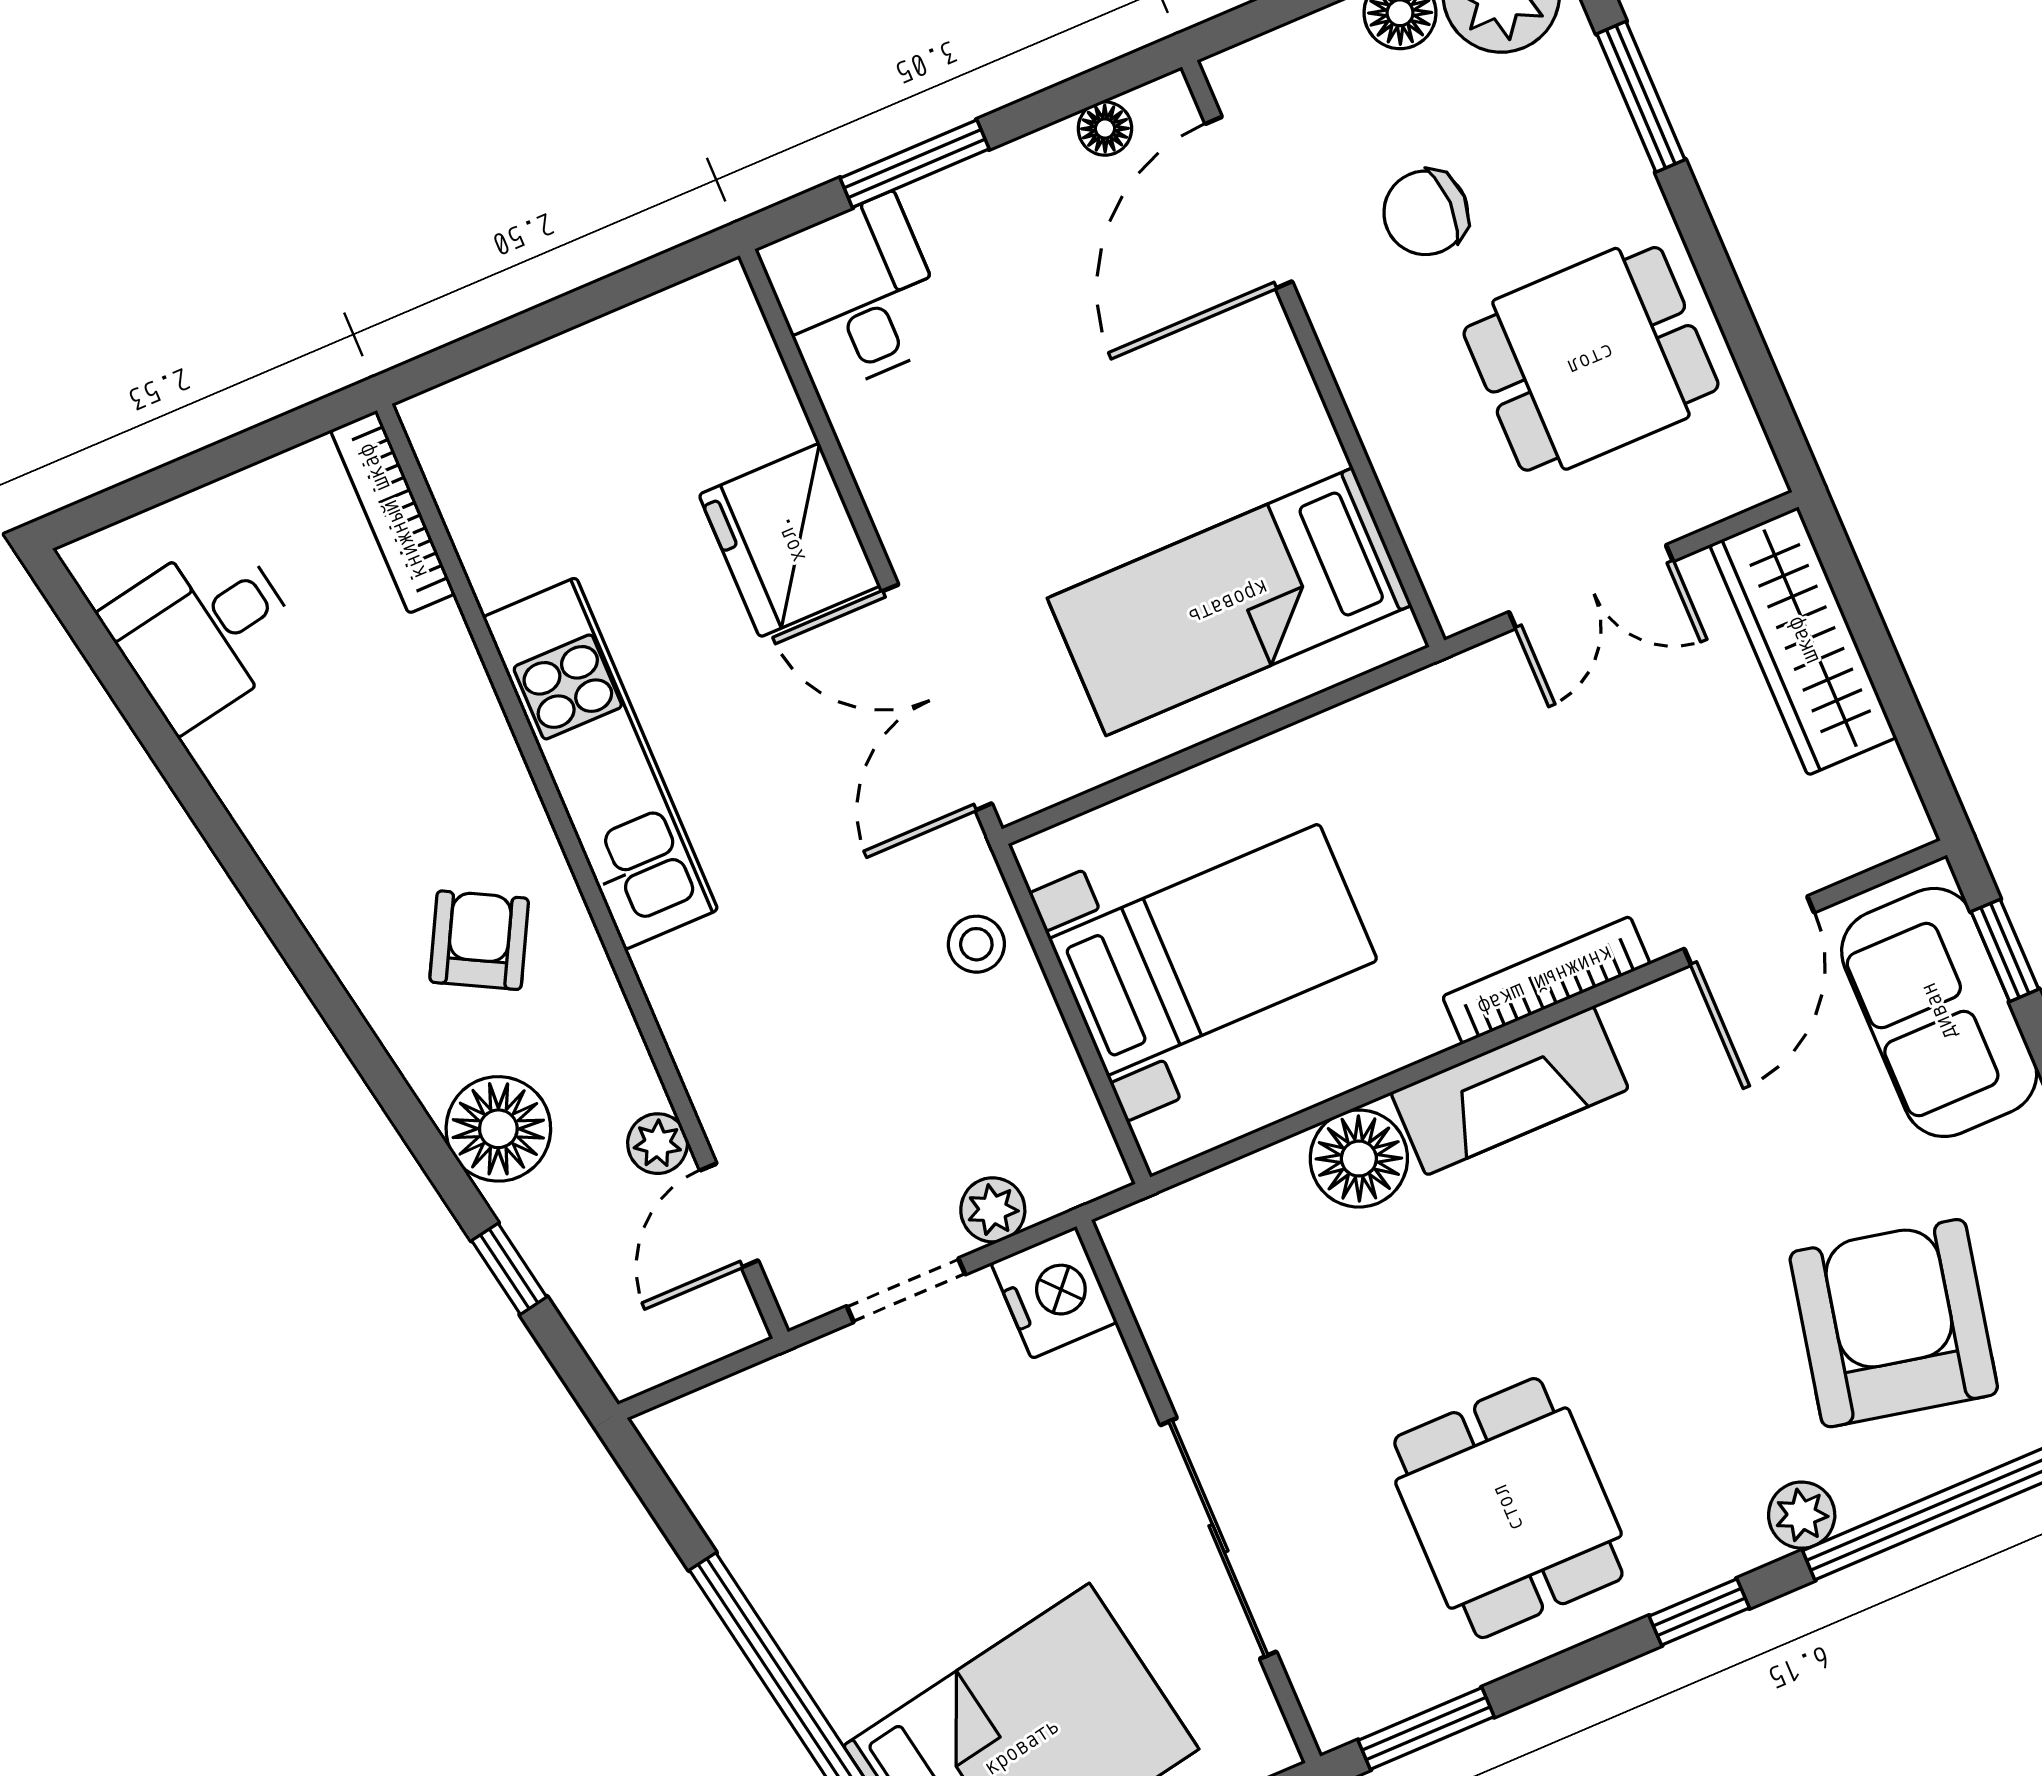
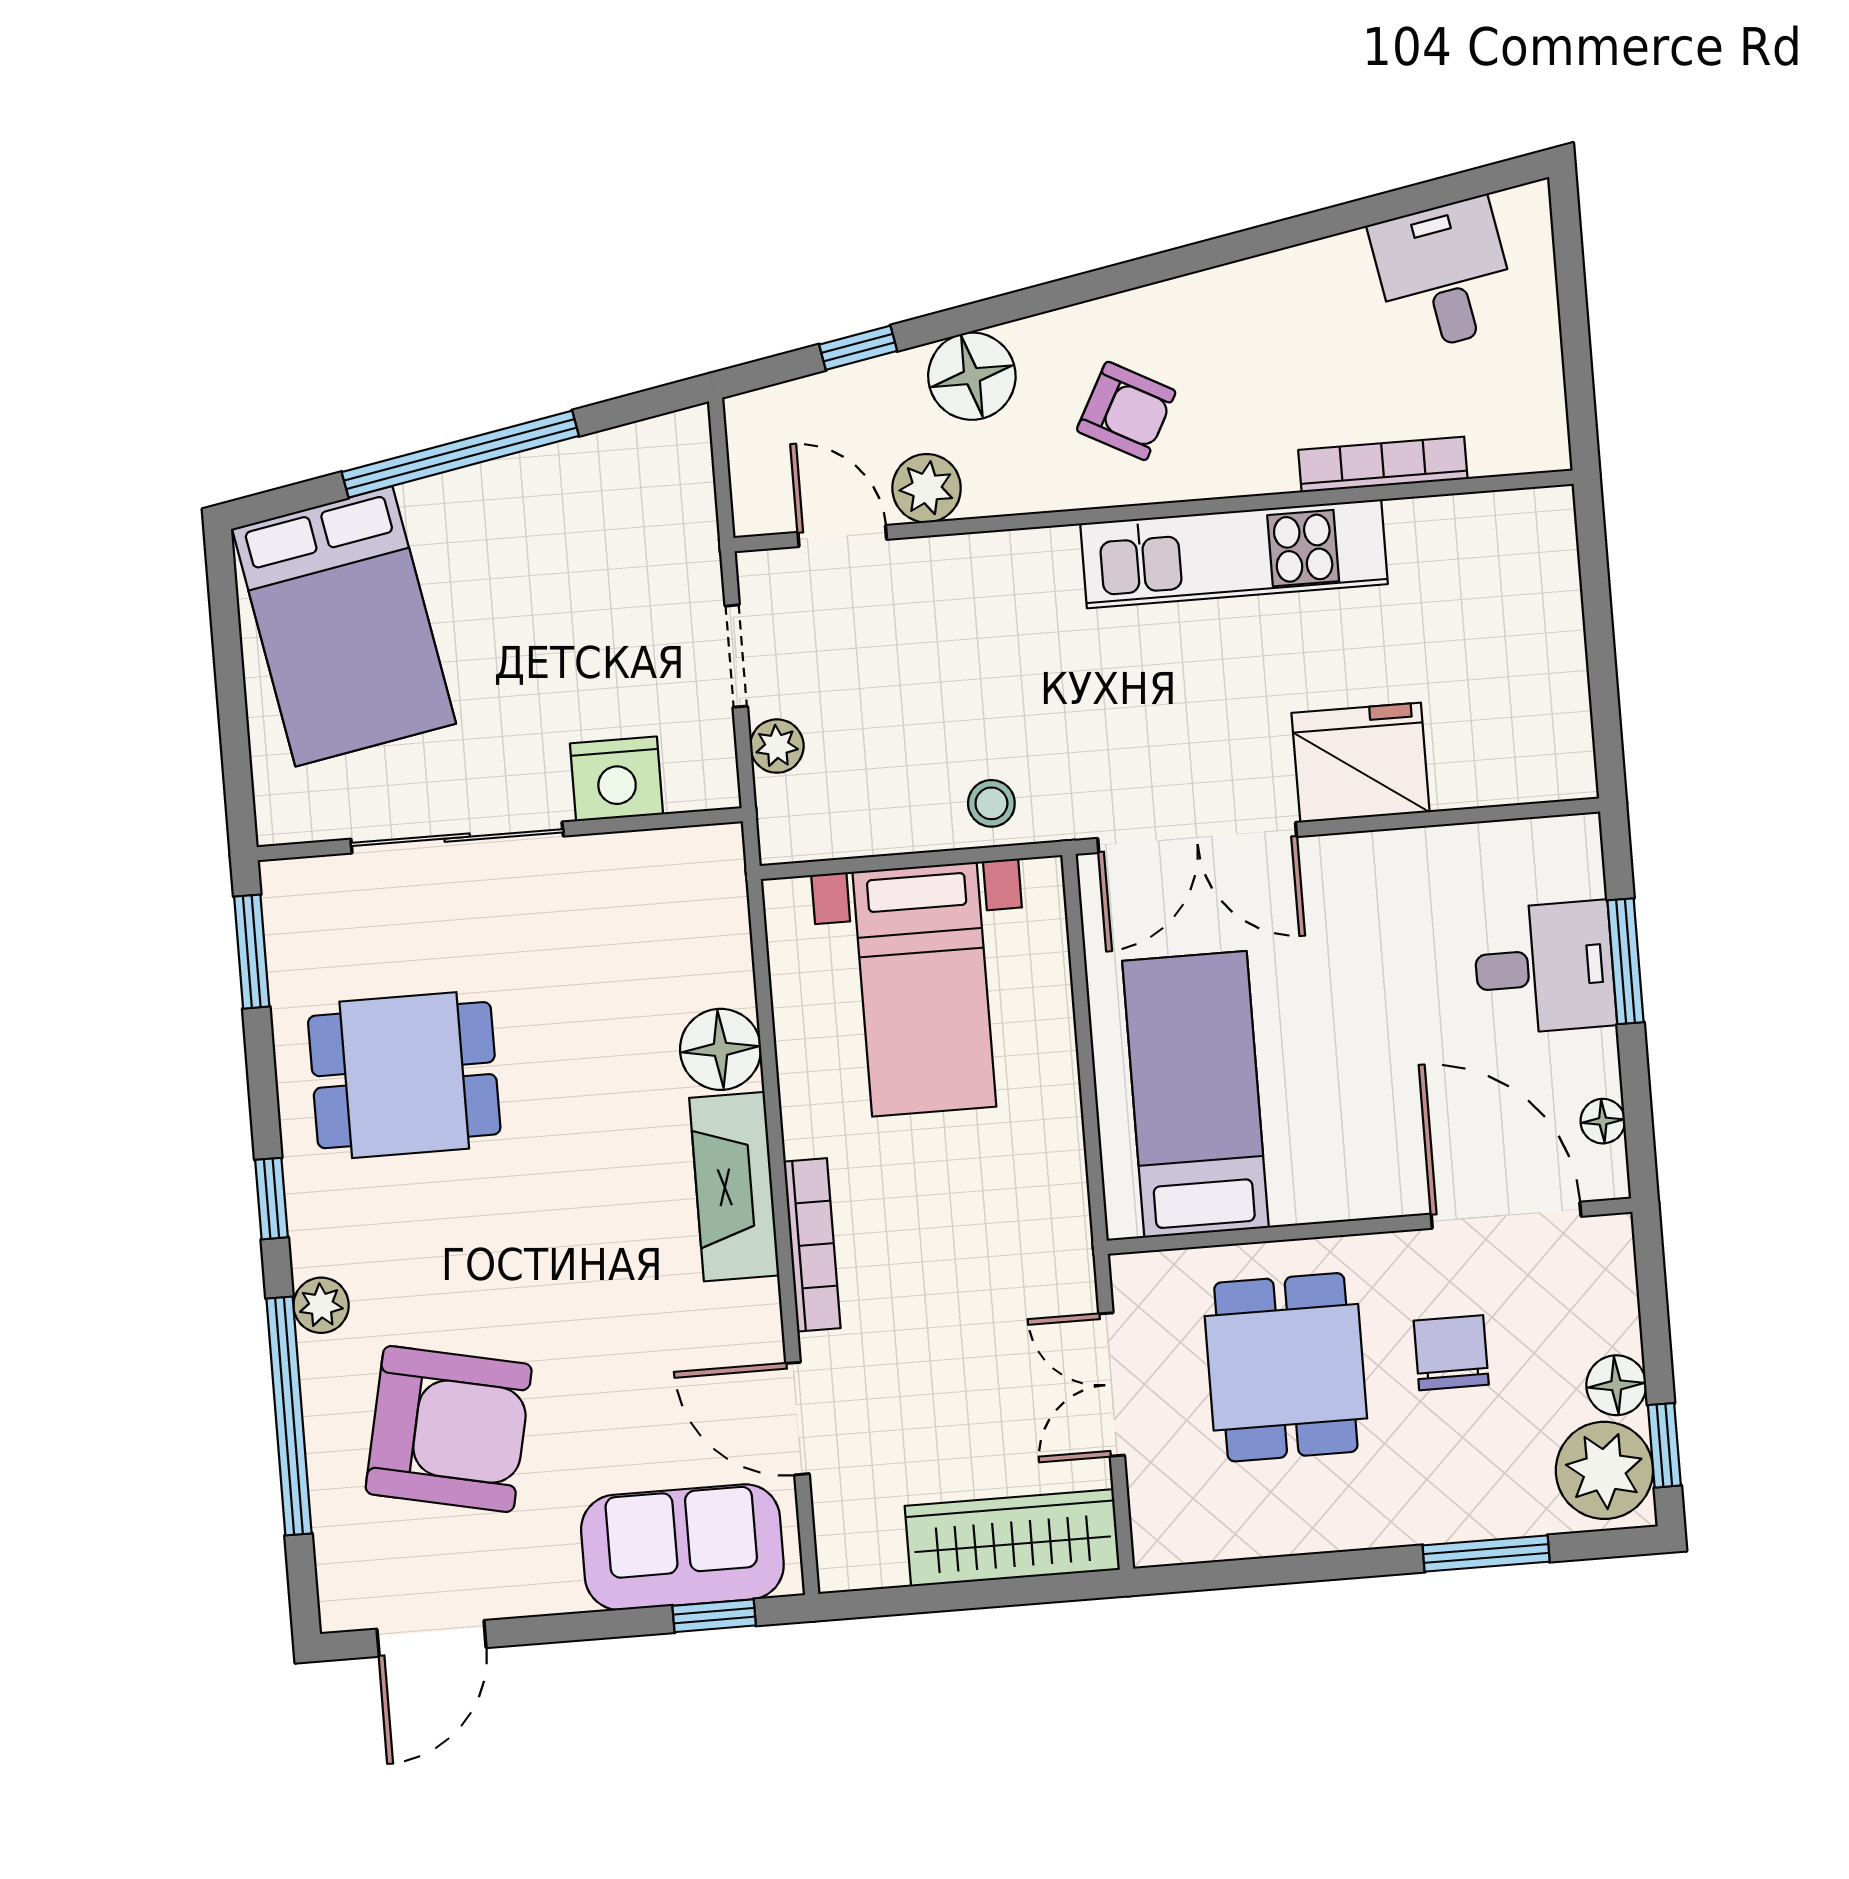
desk: (856, 295) -> (1544, 968), moved
dining table: (1591, 359) -> (1286, 1367), moved
bookcase: (393, 512) -> (1383, 464), moved
double door: (937, 697) -> (1197, 837), swing flipped
plant: (658, 1144) -> (927, 488), width x1.38, depth x1.38
nightstand: (1054, 1292) -> (617, 779), moved

